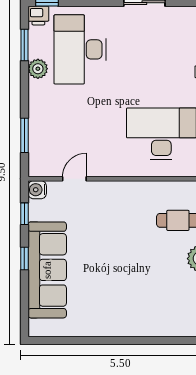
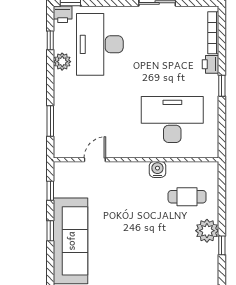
window: (24, 45) -> (50, 40), width x0.67
water cooler: (37, 190) -> (157, 169), moved, turned 90

